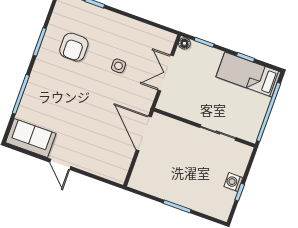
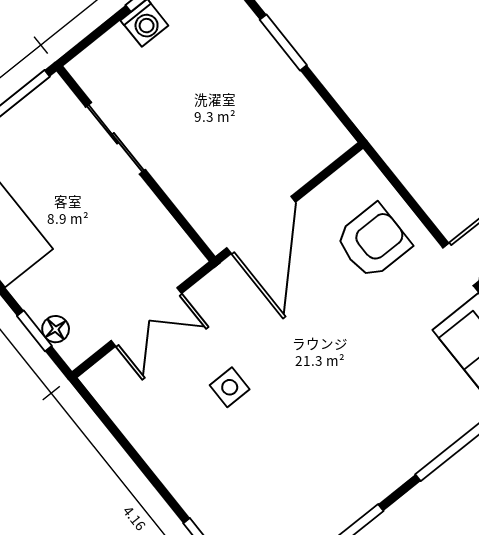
floor lamp: (184, 43) -> (56, 329), moved
armchair: (74, 47) -> (373, 241), moved

